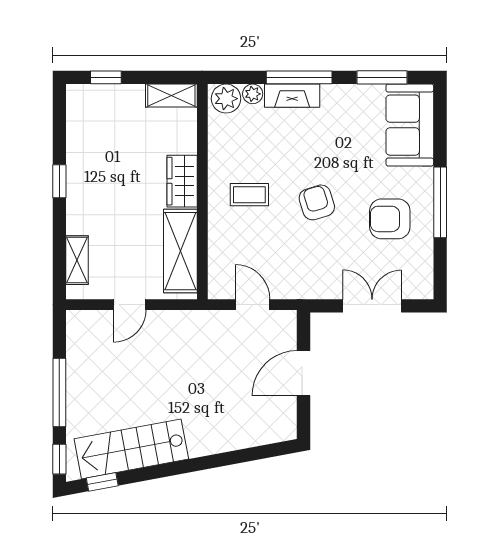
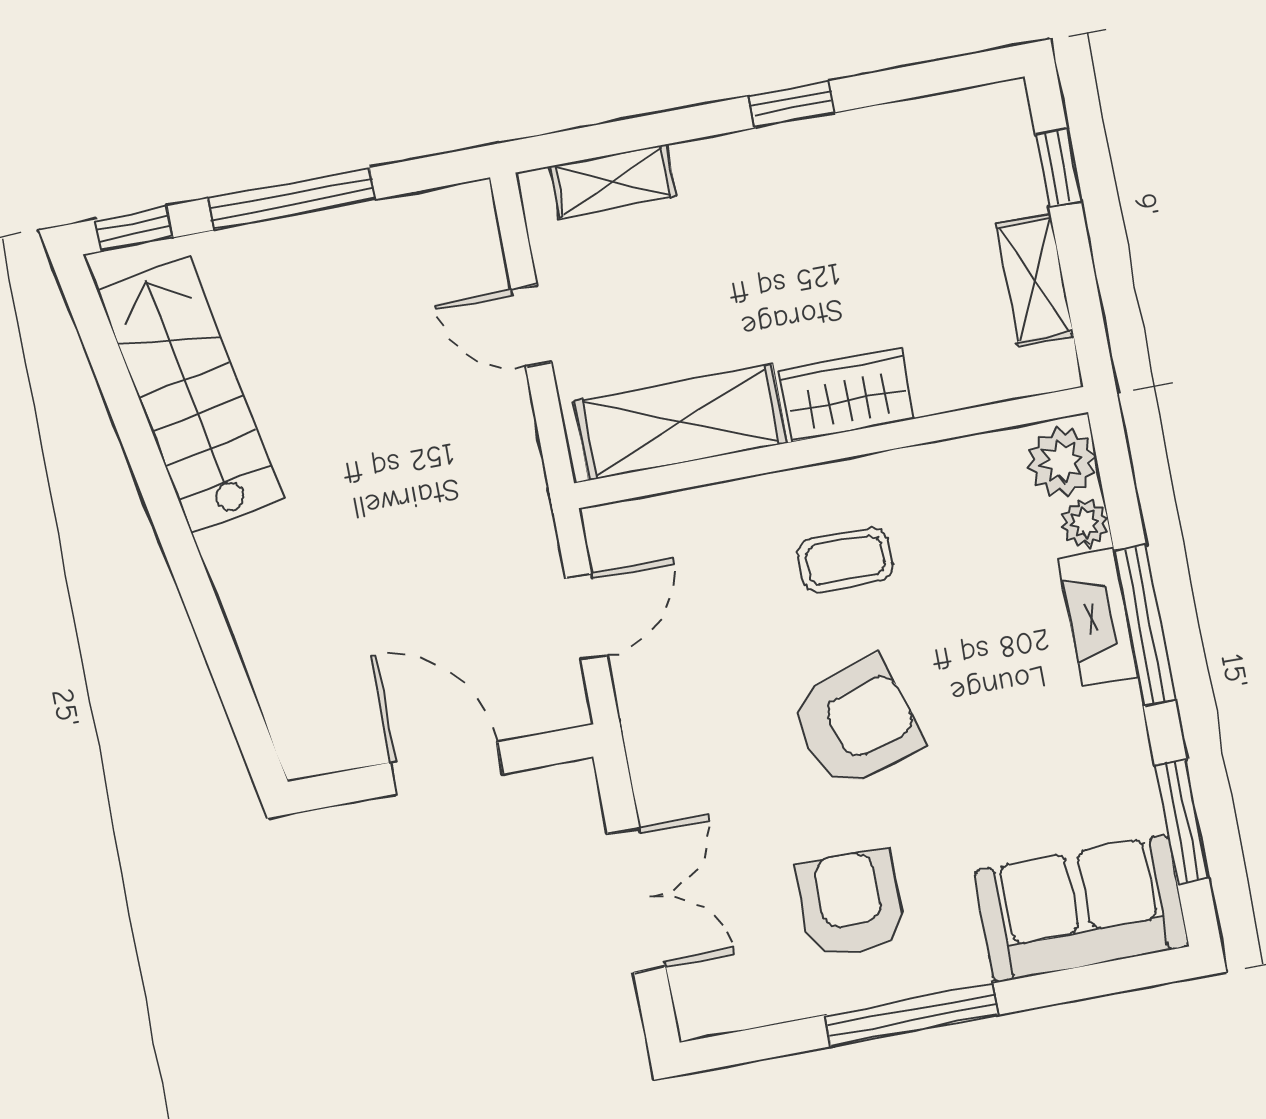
shelving: (171, 96) -> (1035, 280), moved
coffee table: (249, 195) -> (845, 560), turned 90
armchair: (317, 202) -> (857, 723), width x1.38, depth x1.38
window: (102, 482) -> (99, 340), removed

